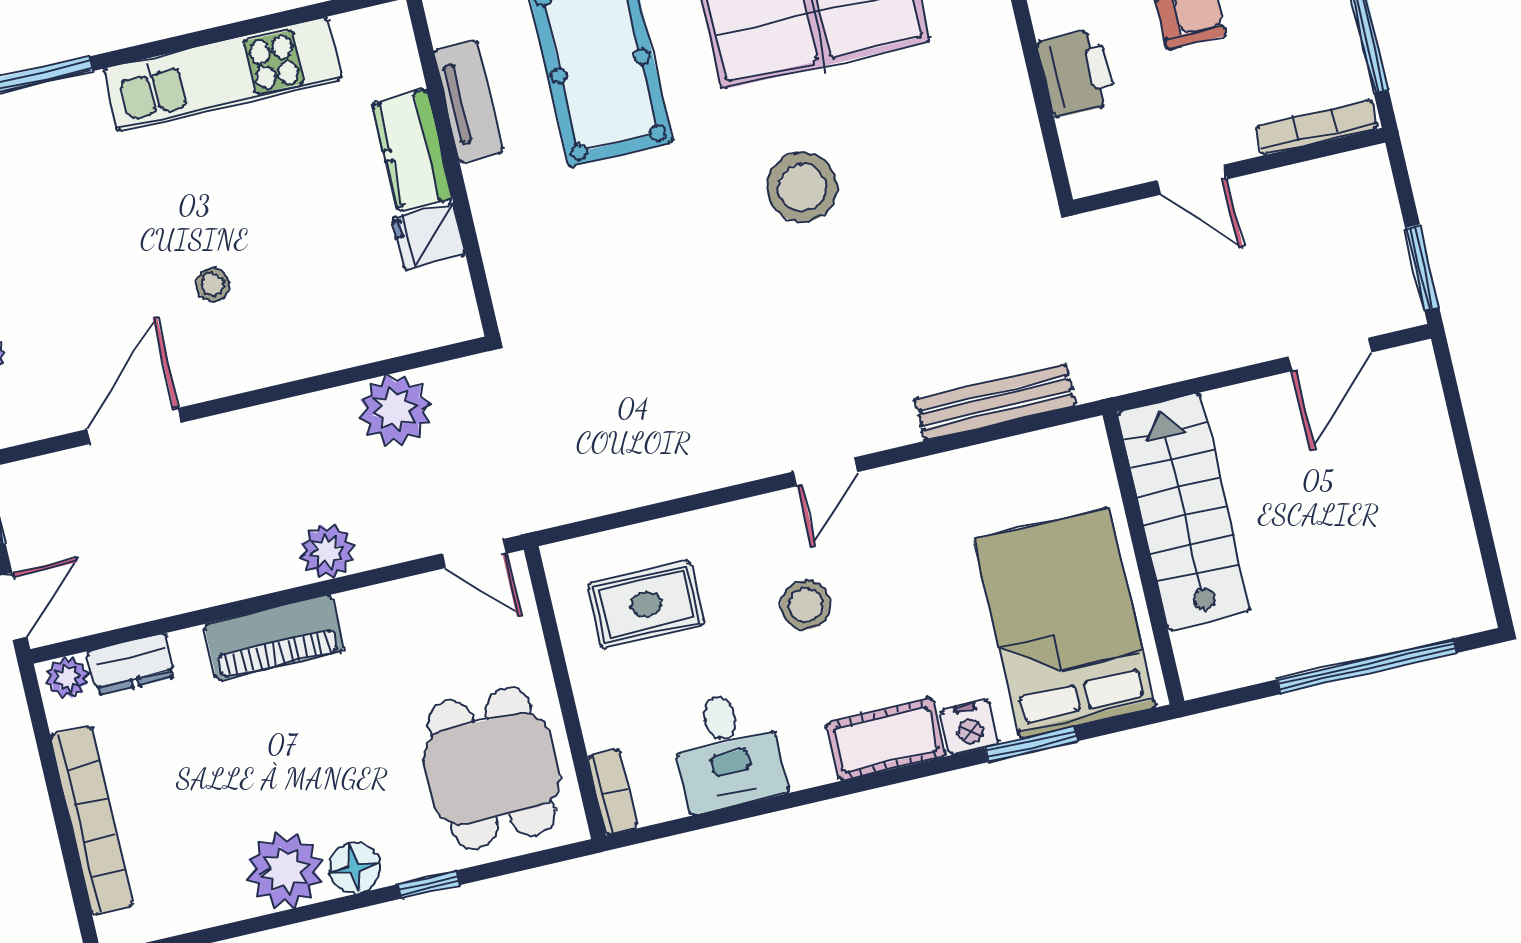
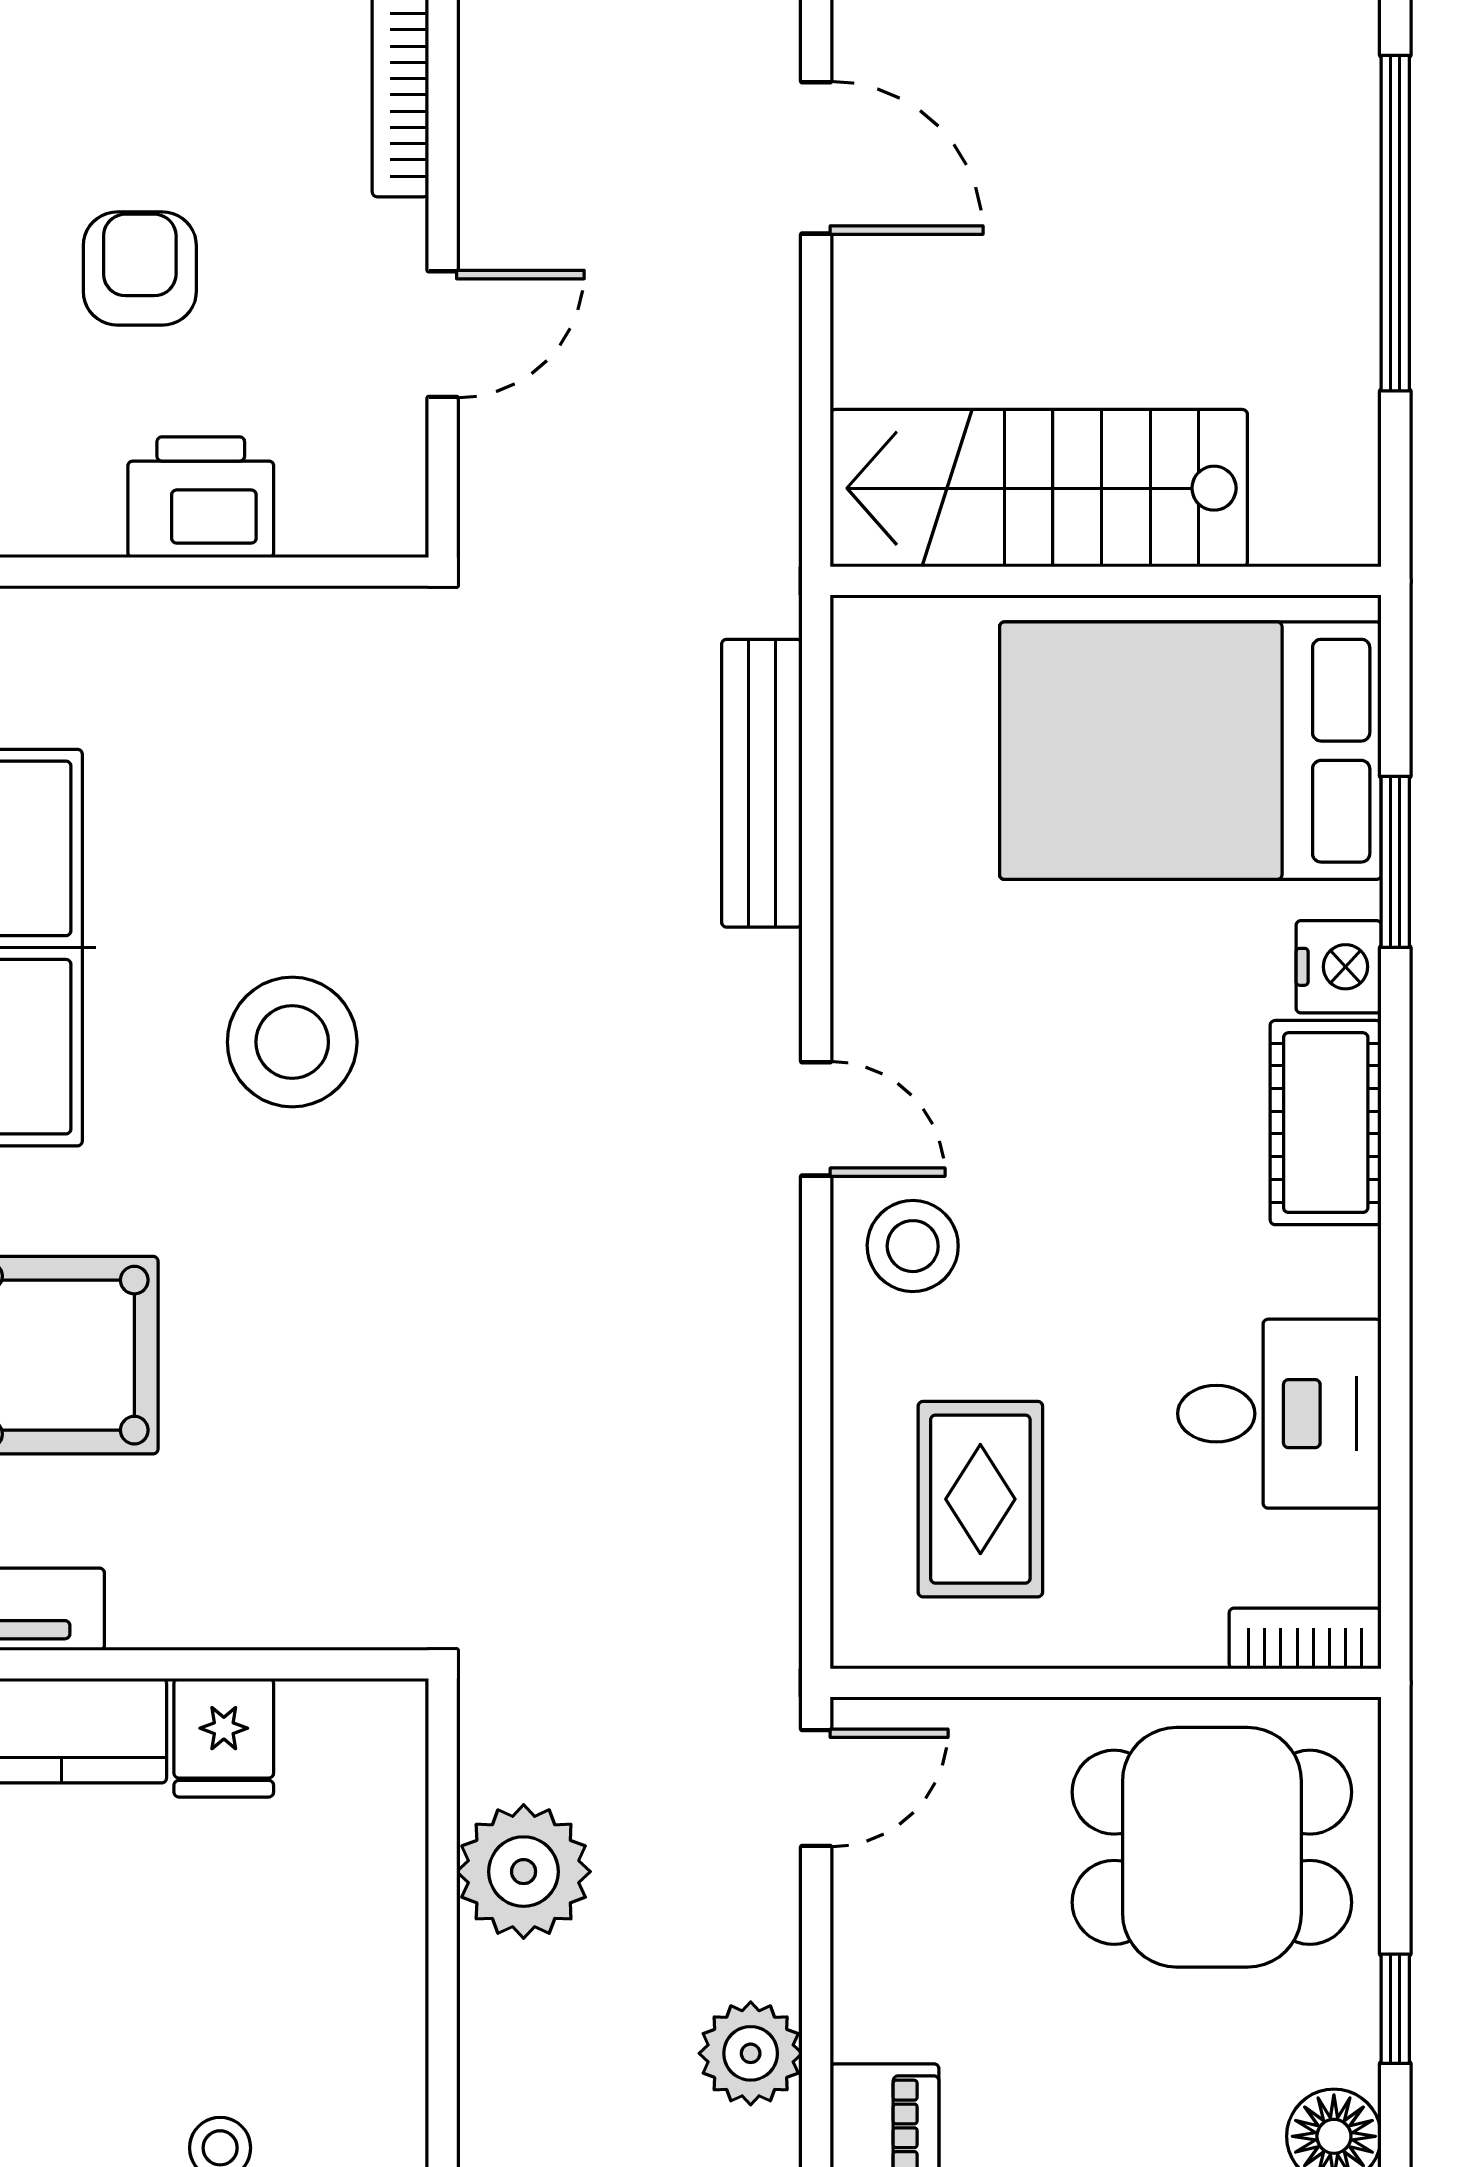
stool: (806, 605) -> (913, 1246), moved

